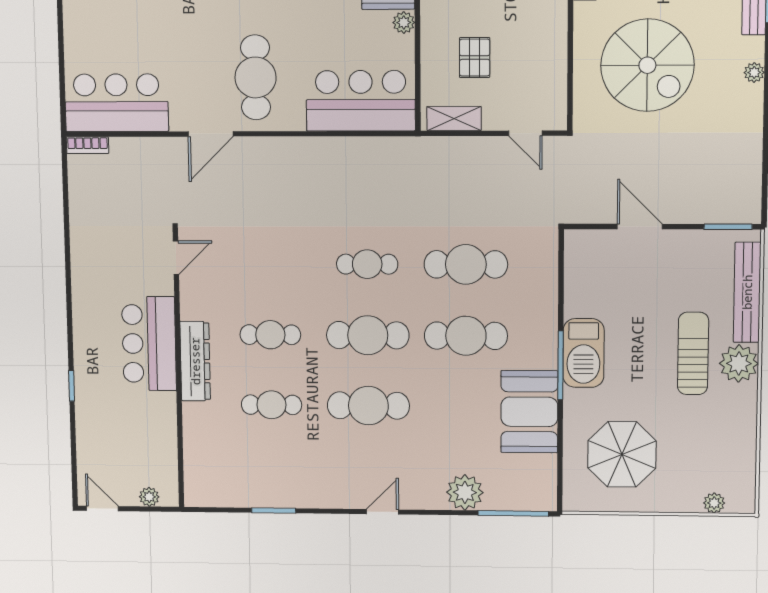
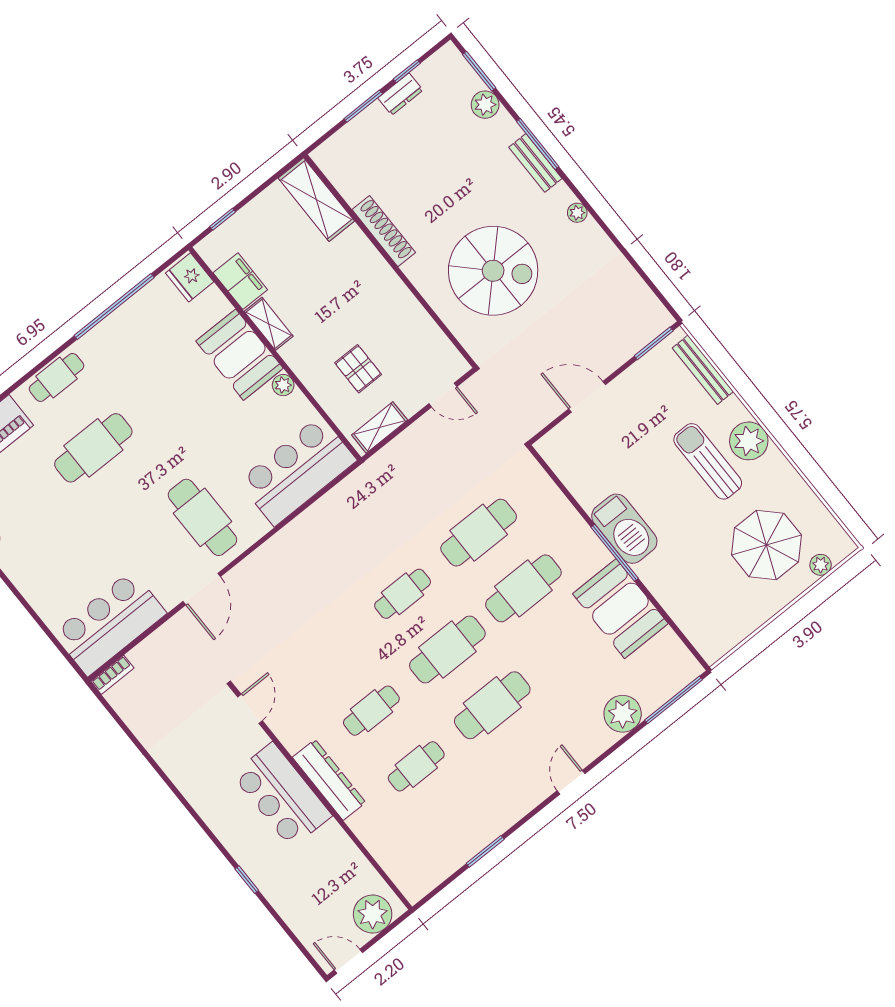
bench: (747, 292) -> (703, 370), width x0.73, depth x0.82
parasol: (622, 454) -> (766, 545), moved
plant: (149, 497) -> (373, 914), width x1.87, depth x1.87

